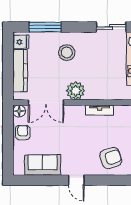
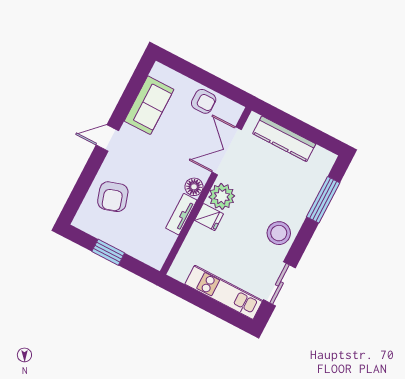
fridge: (21, 42) -> (209, 217), moved, turned -90
stool: (67, 53) -> (279, 233), moved
floor lamp: (19, 111) -> (194, 187), moved

